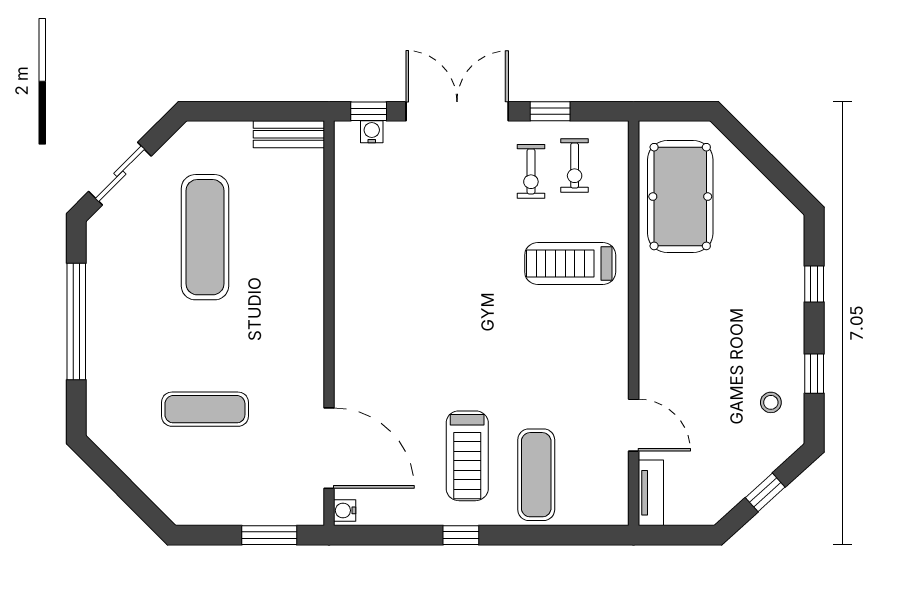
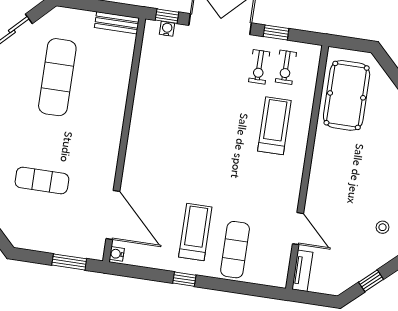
treadmill: (570, 264) -> (274, 126), turned 90
treadmill: (467, 456) -> (195, 232), turned 180

